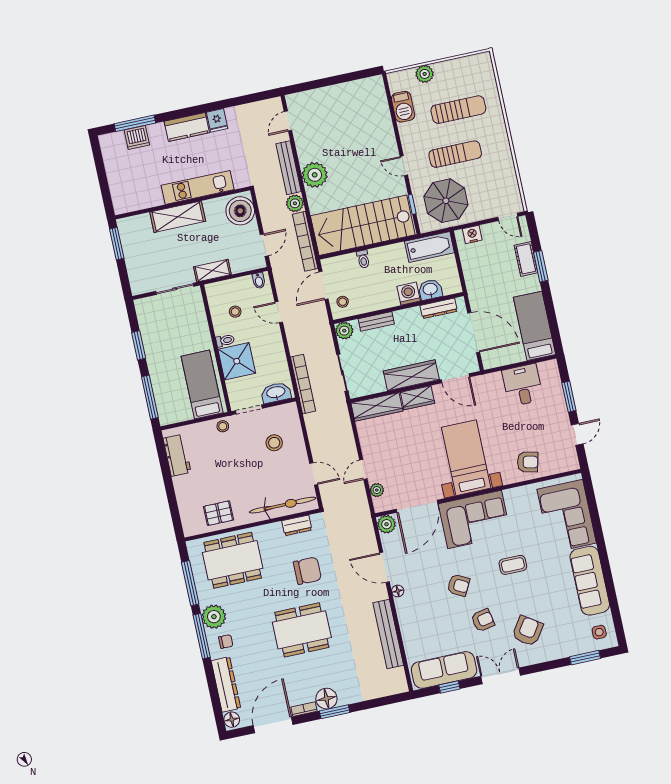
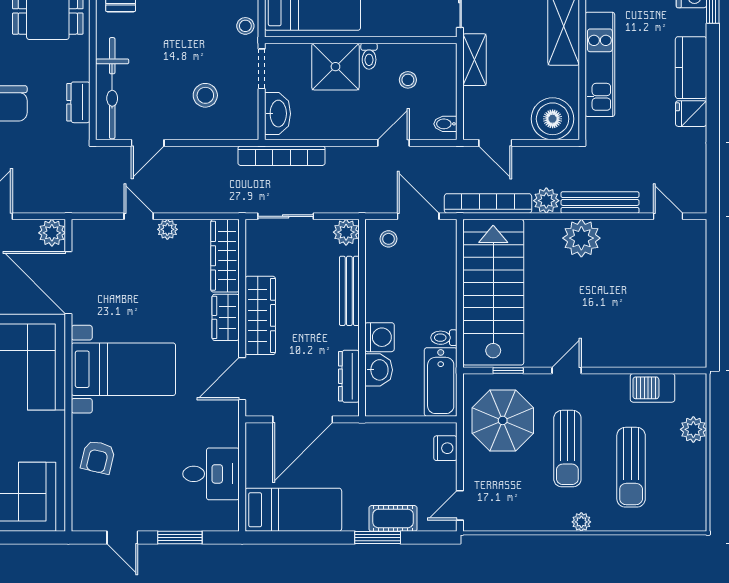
plant: (501, 134) -> (581, 522), added
toilet: (363, 259) -> (444, 338), moved
bench: (376, 321) -> (349, 291), width x1.36
plant: (377, 490) -> (167, 229), moved

